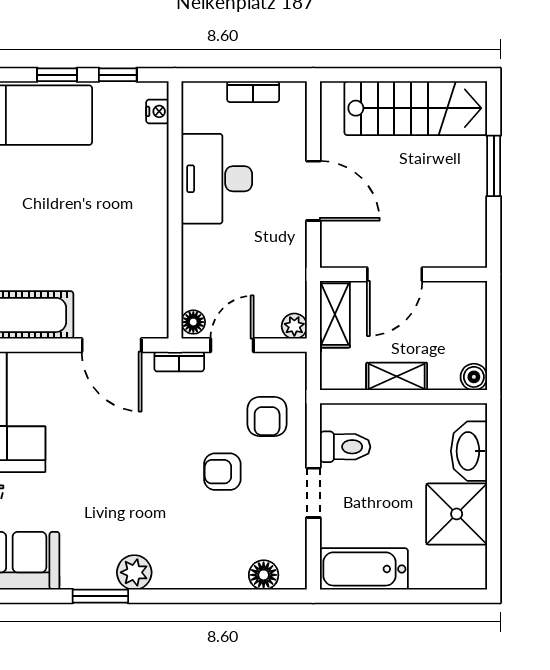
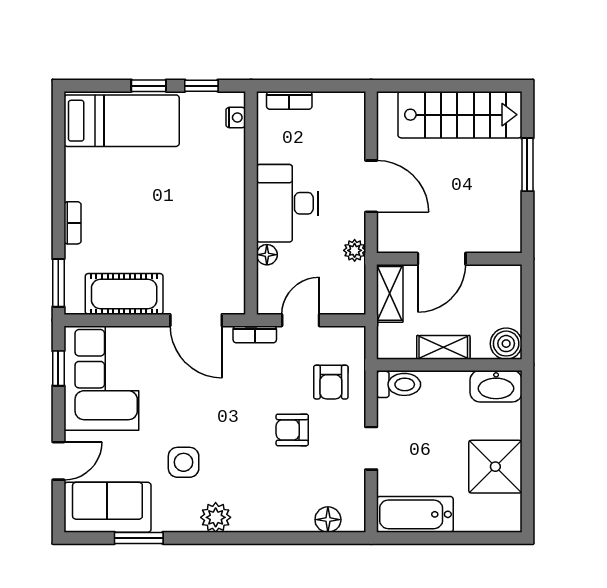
bookcase: (253, 92) -> (289, 100), moved
desk: (217, 179) -> (287, 203), moved
floor lamp: (193, 322) -> (267, 255), moved
plant: (294, 326) -> (355, 250), moved
boiler: (474, 377) -> (506, 344), width x1.36, depth x1.36
toilet: (345, 447) -> (399, 384), moved
washbasin: (469, 451) -> (496, 386), moved, turned -90
side table: (97, 509) -> (184, 462), added
window: (100, 596) -> (139, 538), moved

